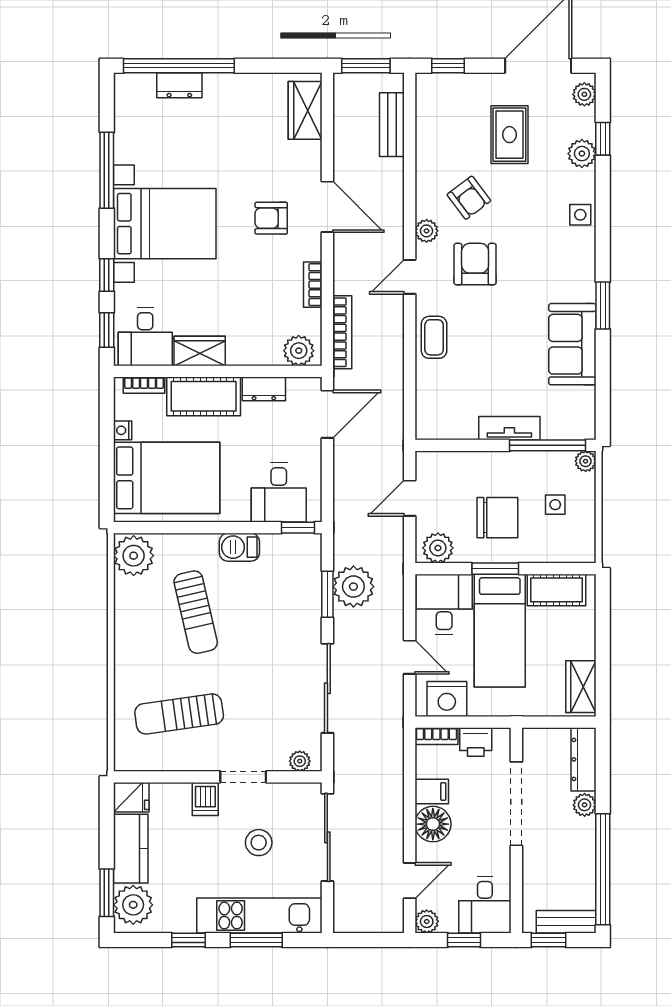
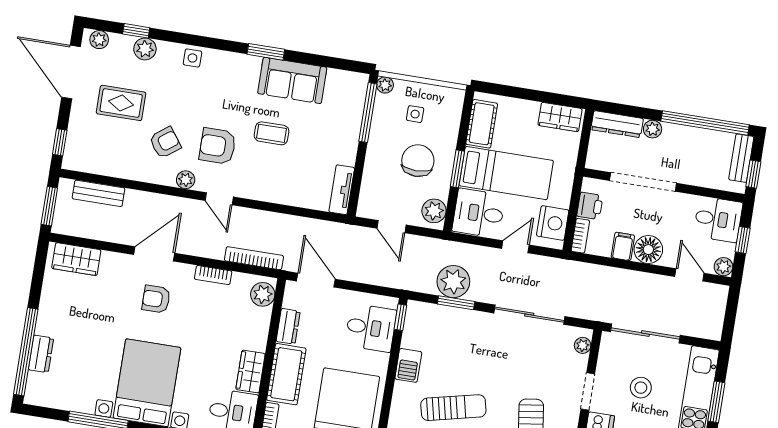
armchair: (271, 218) -> (156, 299), turned 90
coffee table: (434, 337) -> (272, 133), moved
tv unit: (509, 428) -> (342, 190), moved

